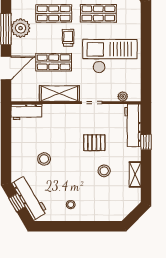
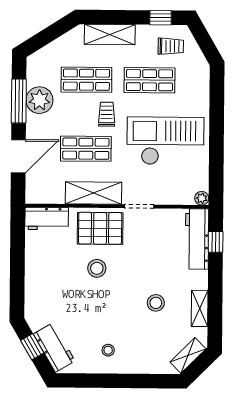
plant: (123, 96) -> (202, 198), moved
window: (146, 142) -> (216, 242), moved
pallet: (94, 143) -> (100, 228), moved, width x1.50, depth x1.42
stool: (44, 159) -> (97, 268), moved
workbench: (30, 198) -> (54, 347), width x0.73
shelving: (127, 208) -> (188, 355), added

